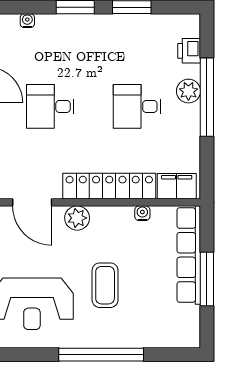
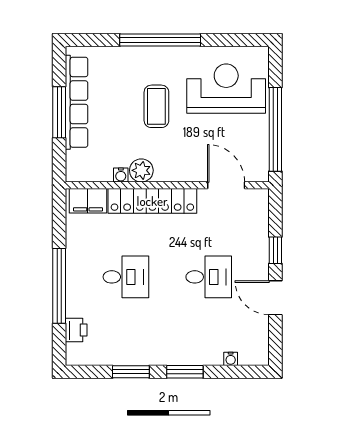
plant: (188, 91) -> (77, 292), removed
plant: (77, 218) -> (141, 170), moved
row of seats: (189, 255) -> (76, 102), moved

